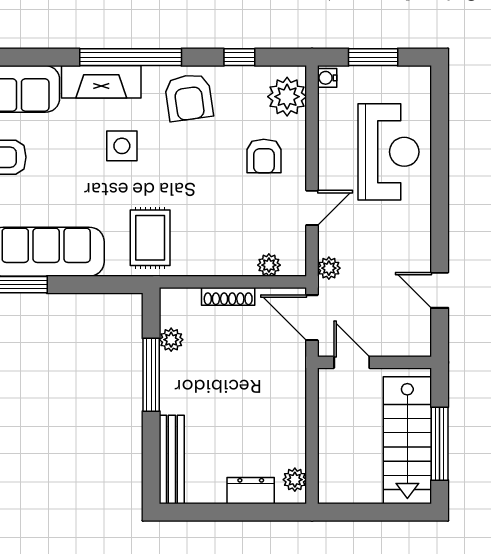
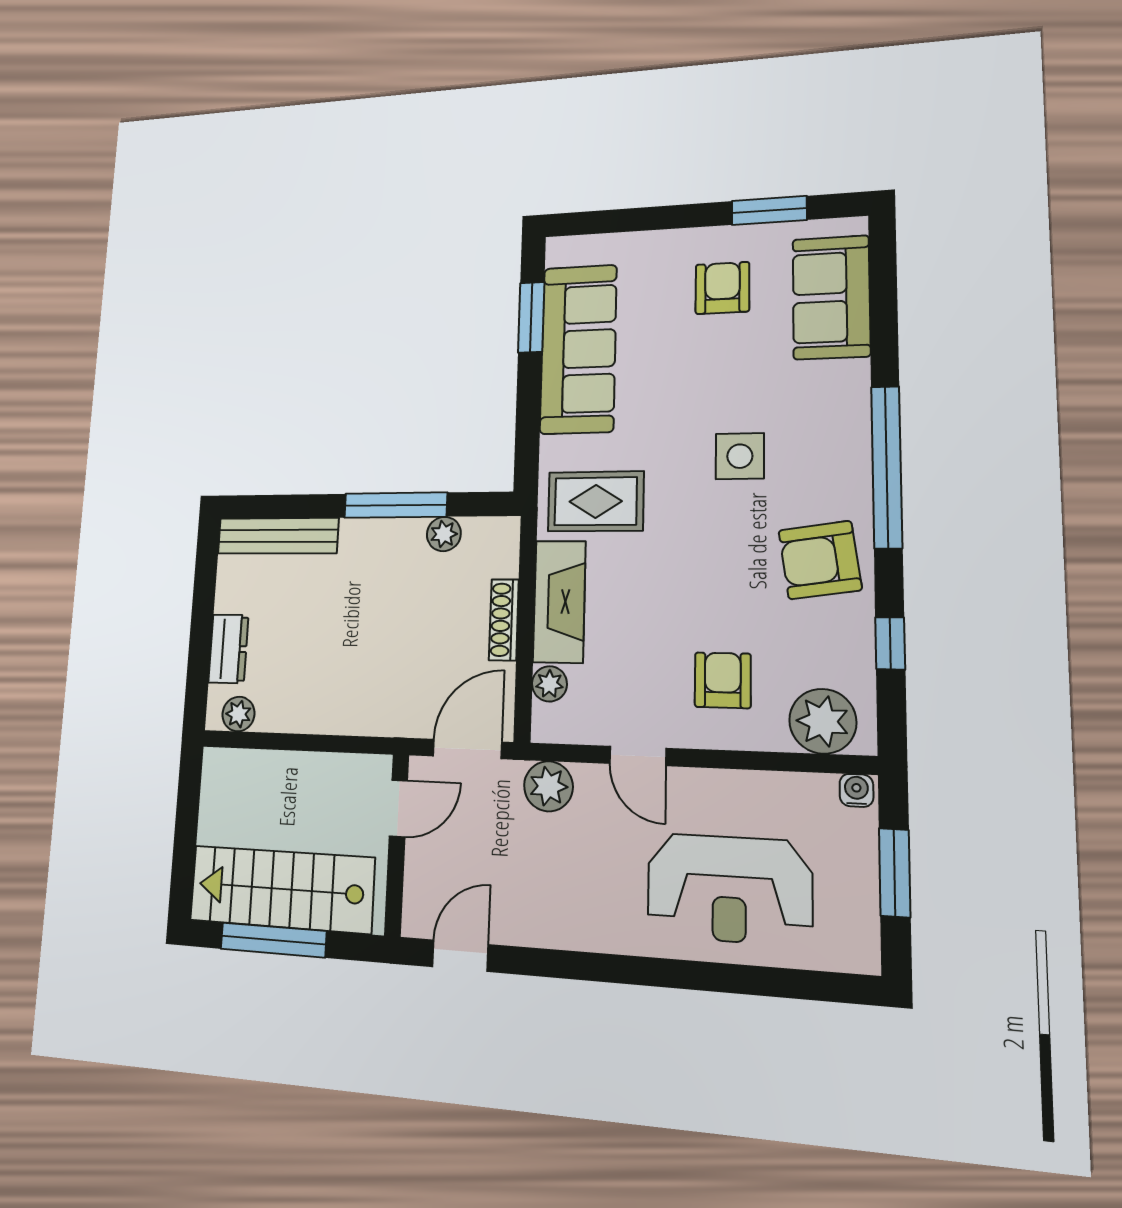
fireplace: (101, 82) -> (559, 601), moved, turned 180
armchair: (264, 156) -> (723, 680), turned 90
plant: (329, 268) -> (548, 786), width x1.38, depth x1.38
door: (440, 290) -> (460, 956), moved

